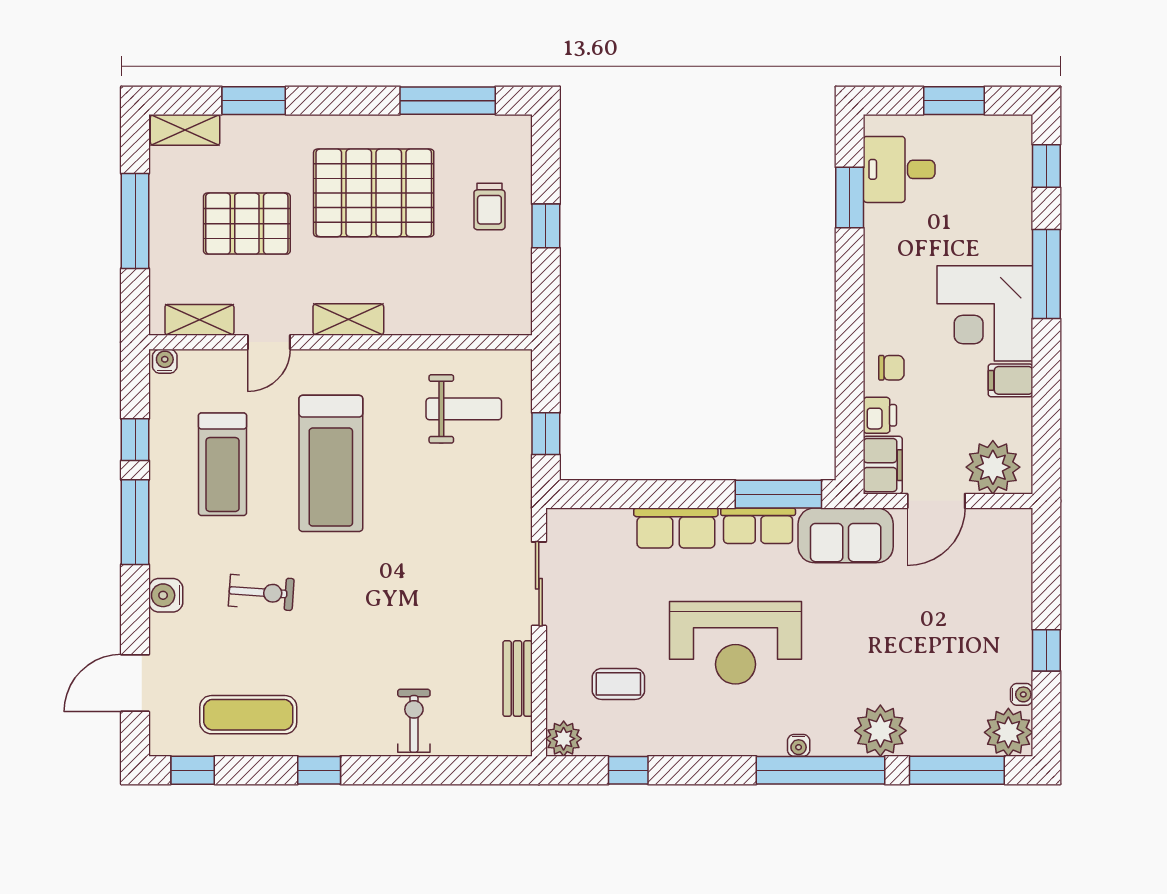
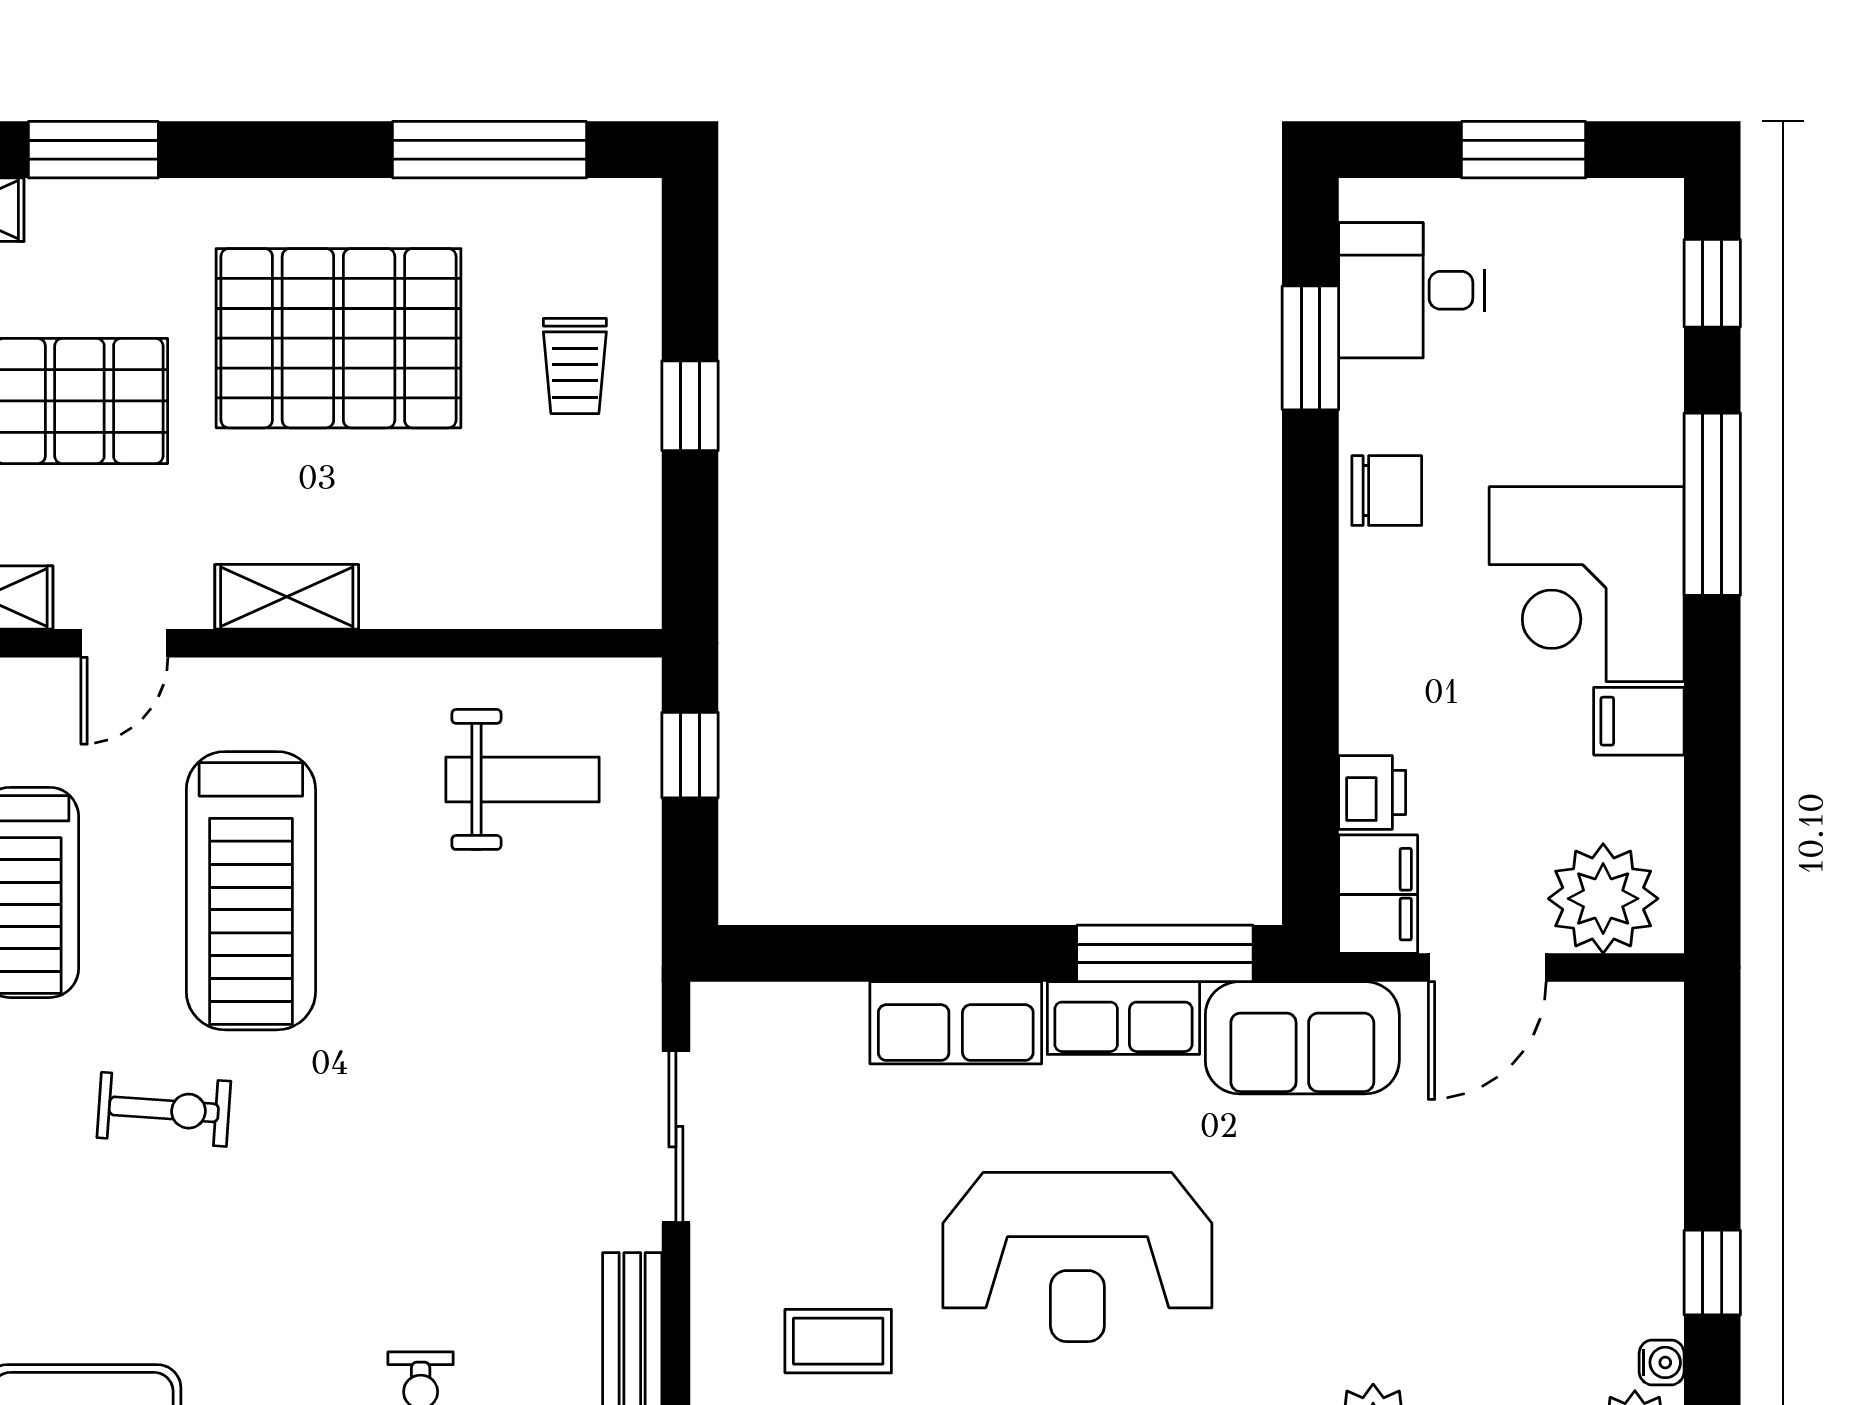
chair: (891, 368) -> (1387, 491), moved, width x1.37, depth x1.37
window: (546, 434) -> (690, 755), moved
exercise bike: (261, 592) -> (164, 1109), moved

